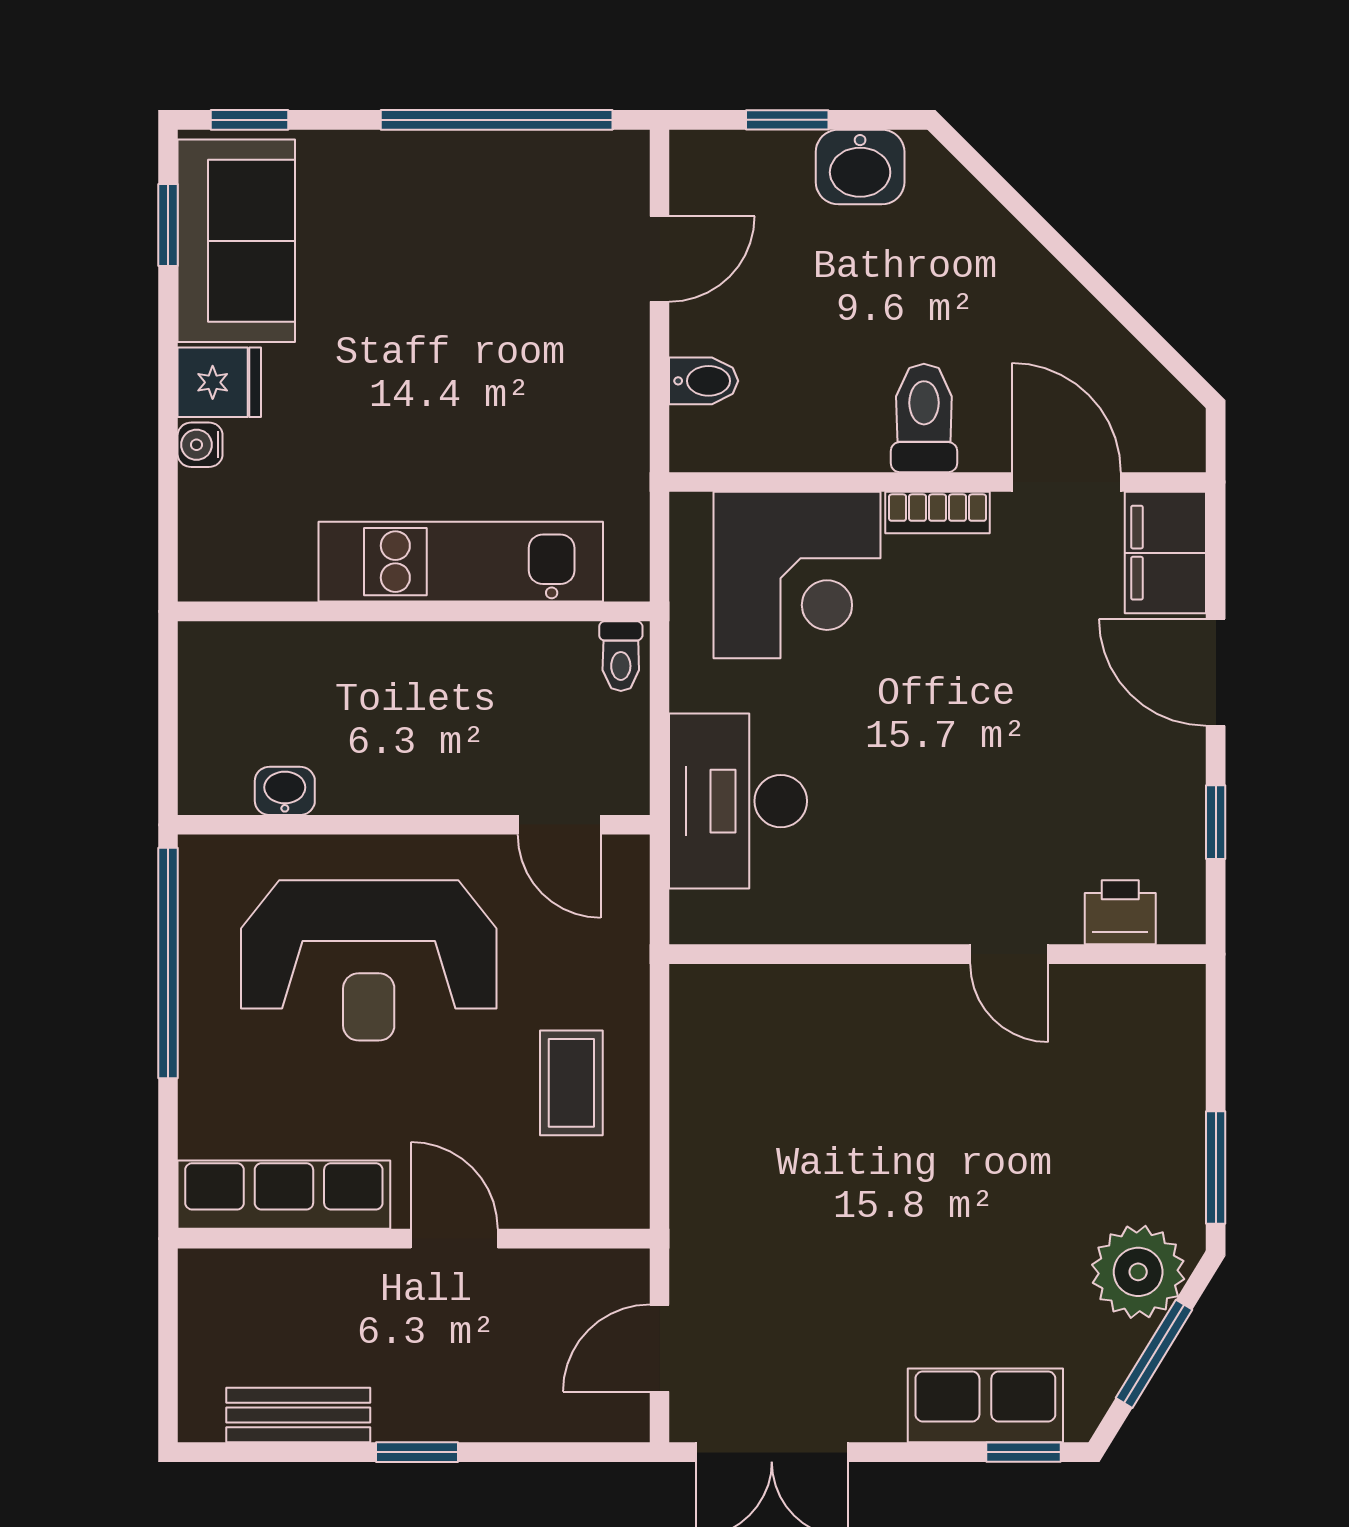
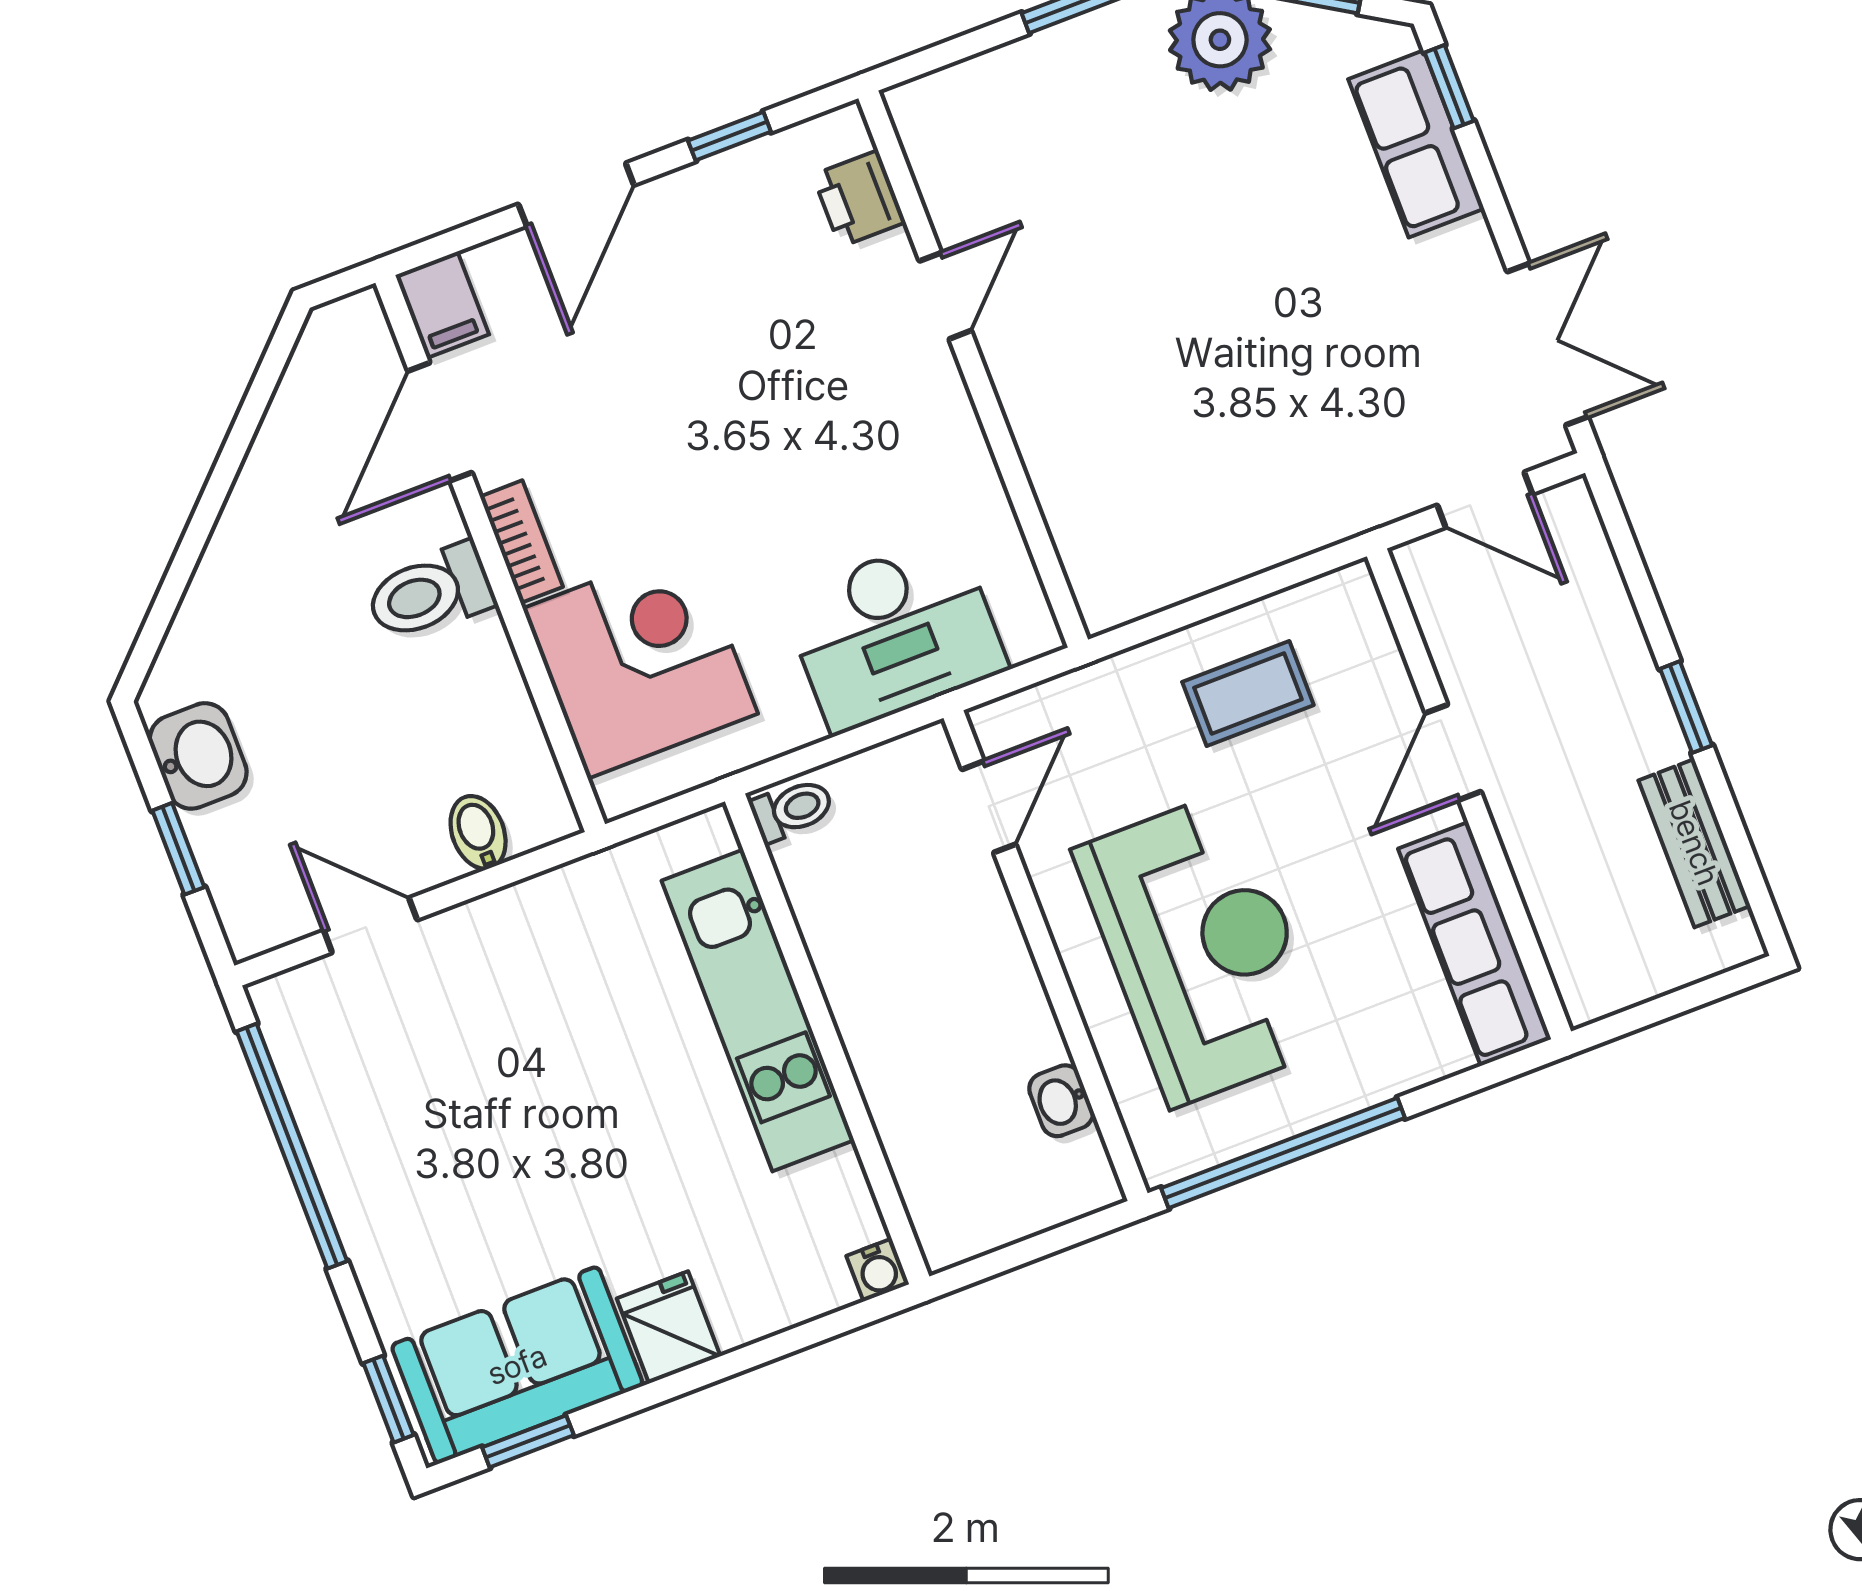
water cooler: (200, 445) -> (878, 1270), moved
filing cabinet: (1165, 553) -> (442, 305), width x0.50

